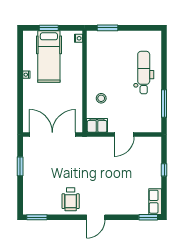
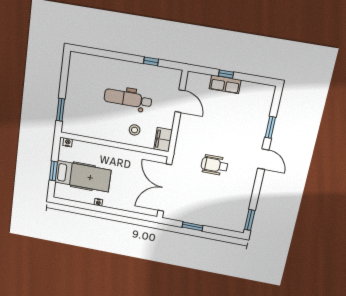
dental chair: (144, 72) -> (128, 99), moved
window: (164, 103) -> (151, 61), width x0.46
door: (124, 134) -> (180, 101), moved
wheelchair: (71, 199) -> (215, 165), moved, turned 180
row of seats: (155, 202) -> (225, 84), moved
window: (148, 217) -> (270, 127), moved

